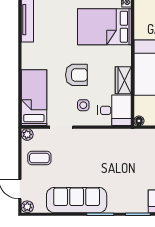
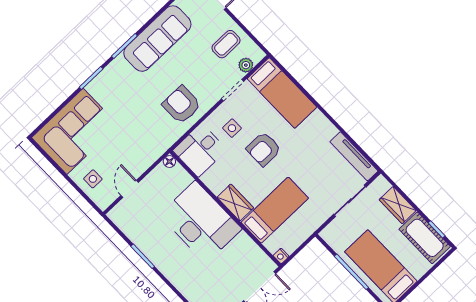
bed: (104, 27) -> (275, 210), width x0.67
wardrobe: (123, 80) -> (235, 203), moved
plant: (27, 134) -> (246, 65), moved
armchair: (100, 147) -> (182, 105), added

